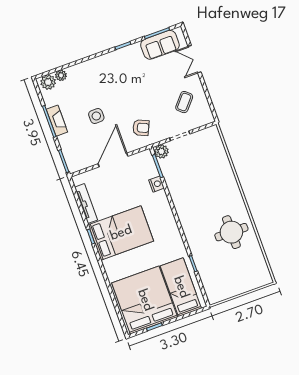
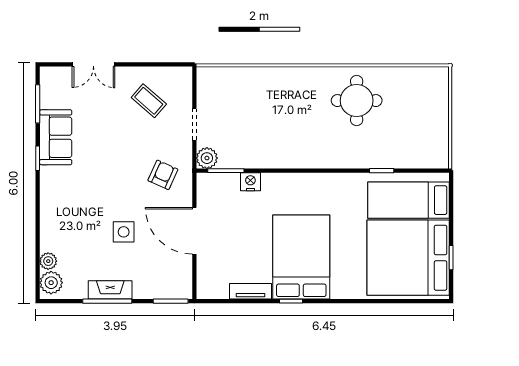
sofa: (160, 45) -> (56, 137), moved
tv unit: (86, 204) -> (250, 291), width x0.71

